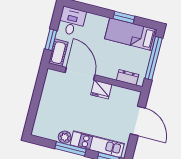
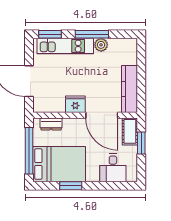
desk: (72, 21) -> (113, 168), moved
bed: (131, 34) -> (59, 164), width x1.50
kitchen counter: (49, 91) -> (129, 89), added

